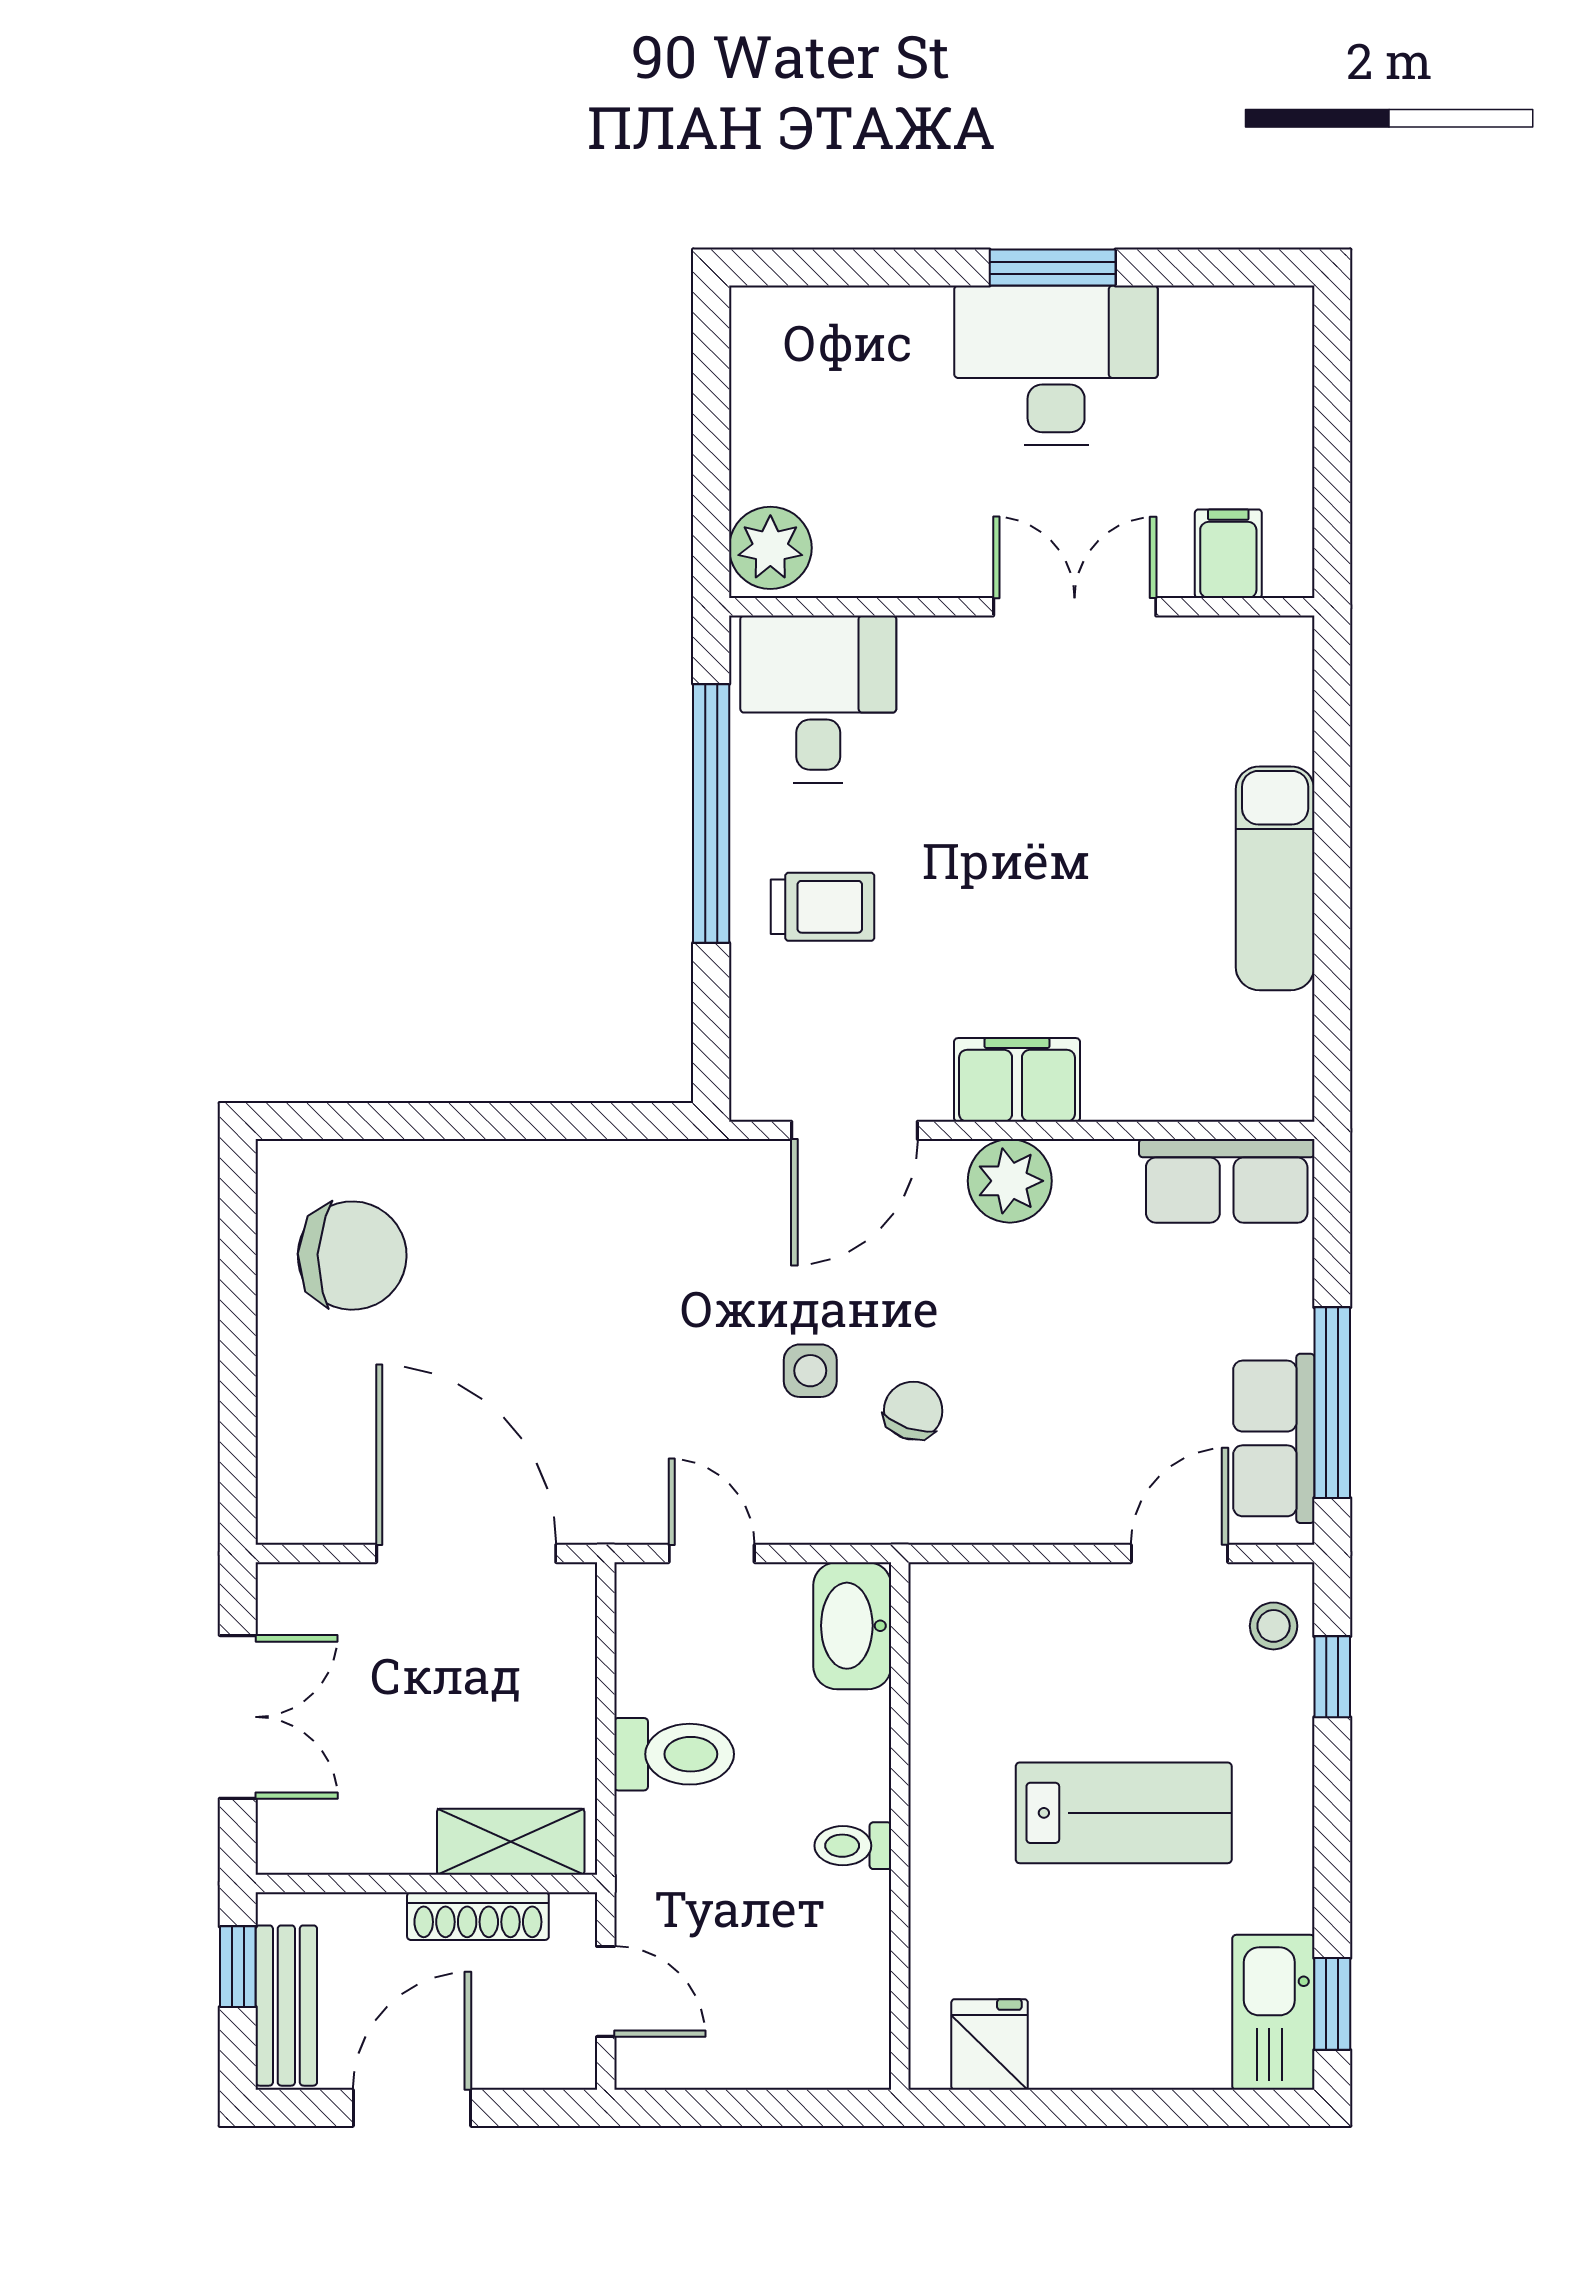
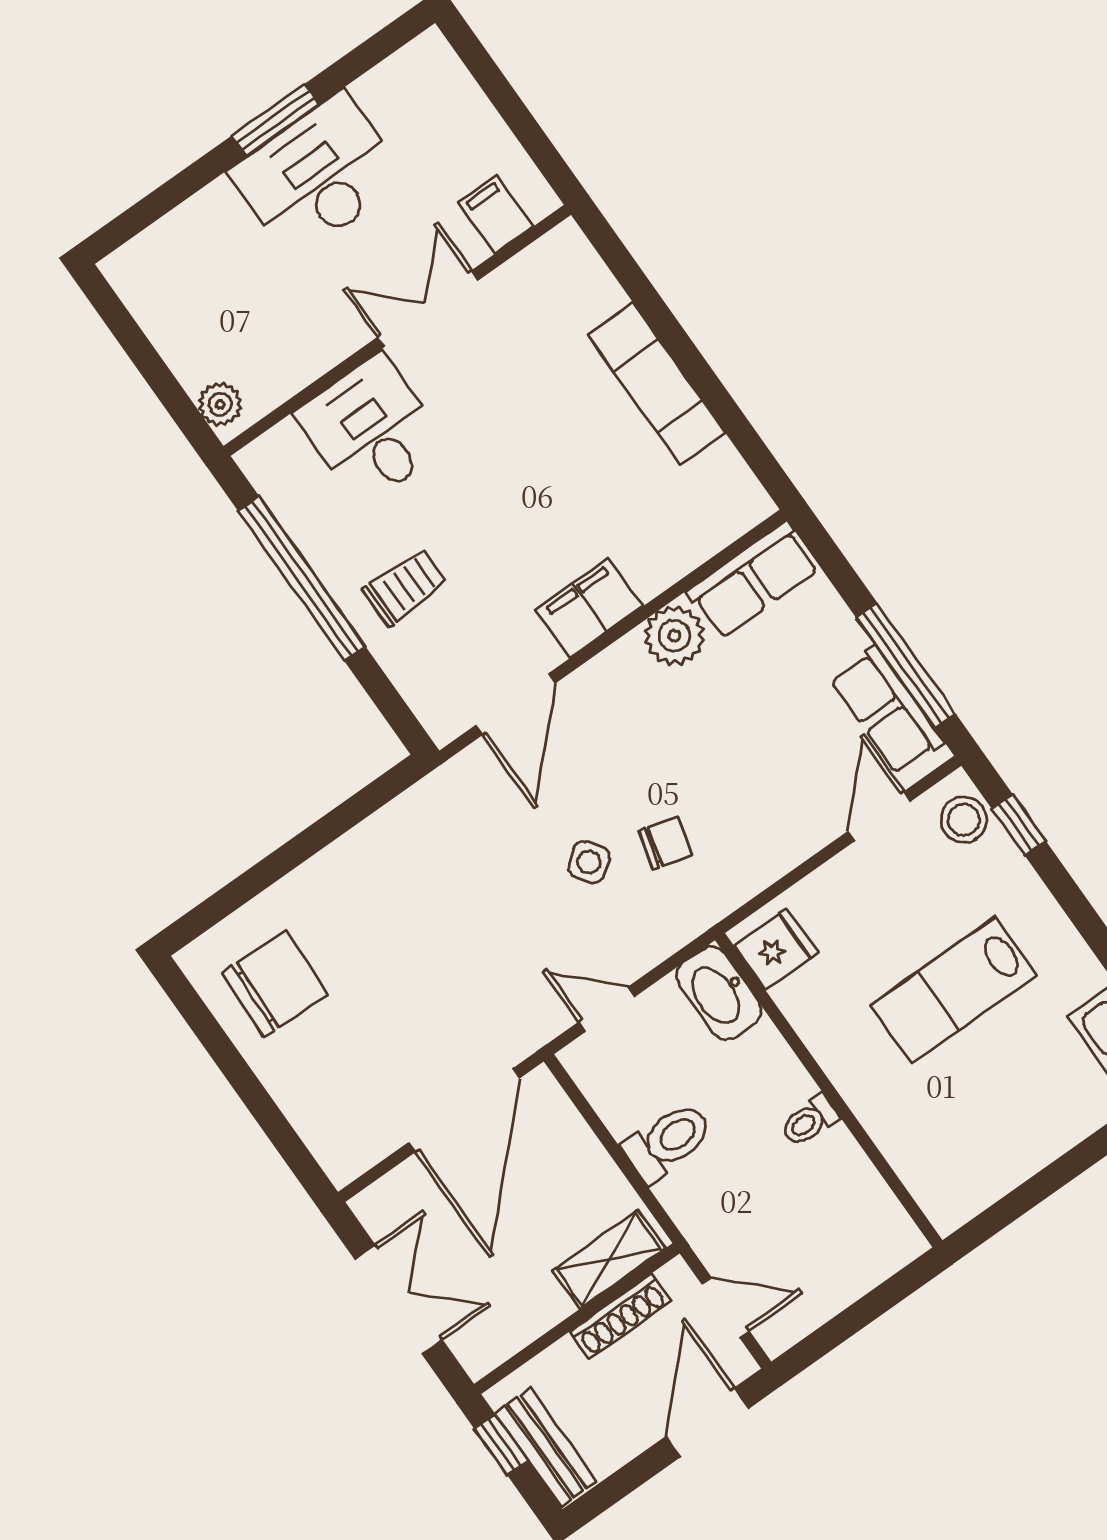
plant: (770, 548) -> (220, 404), width x0.73, depth x0.73
desk: (818, 699) -> (371, 430), moved
plant: (1010, 1181) -> (674, 636), moved
side table: (810, 1371) -> (589, 862), turned -36
chair: (913, 1411) -> (665, 843), turned 86
door: (466, 1554) -> (464, 1110), swing flipped
stool: (1274, 1626) -> (964, 820), width x1.37, depth x1.37
lab bench: (1124, 1813) -> (954, 990), turned 180
fridge: (990, 2044) -> (776, 949), moved, turned 90
door: (412, 2108) -> (707, 1423), moved

